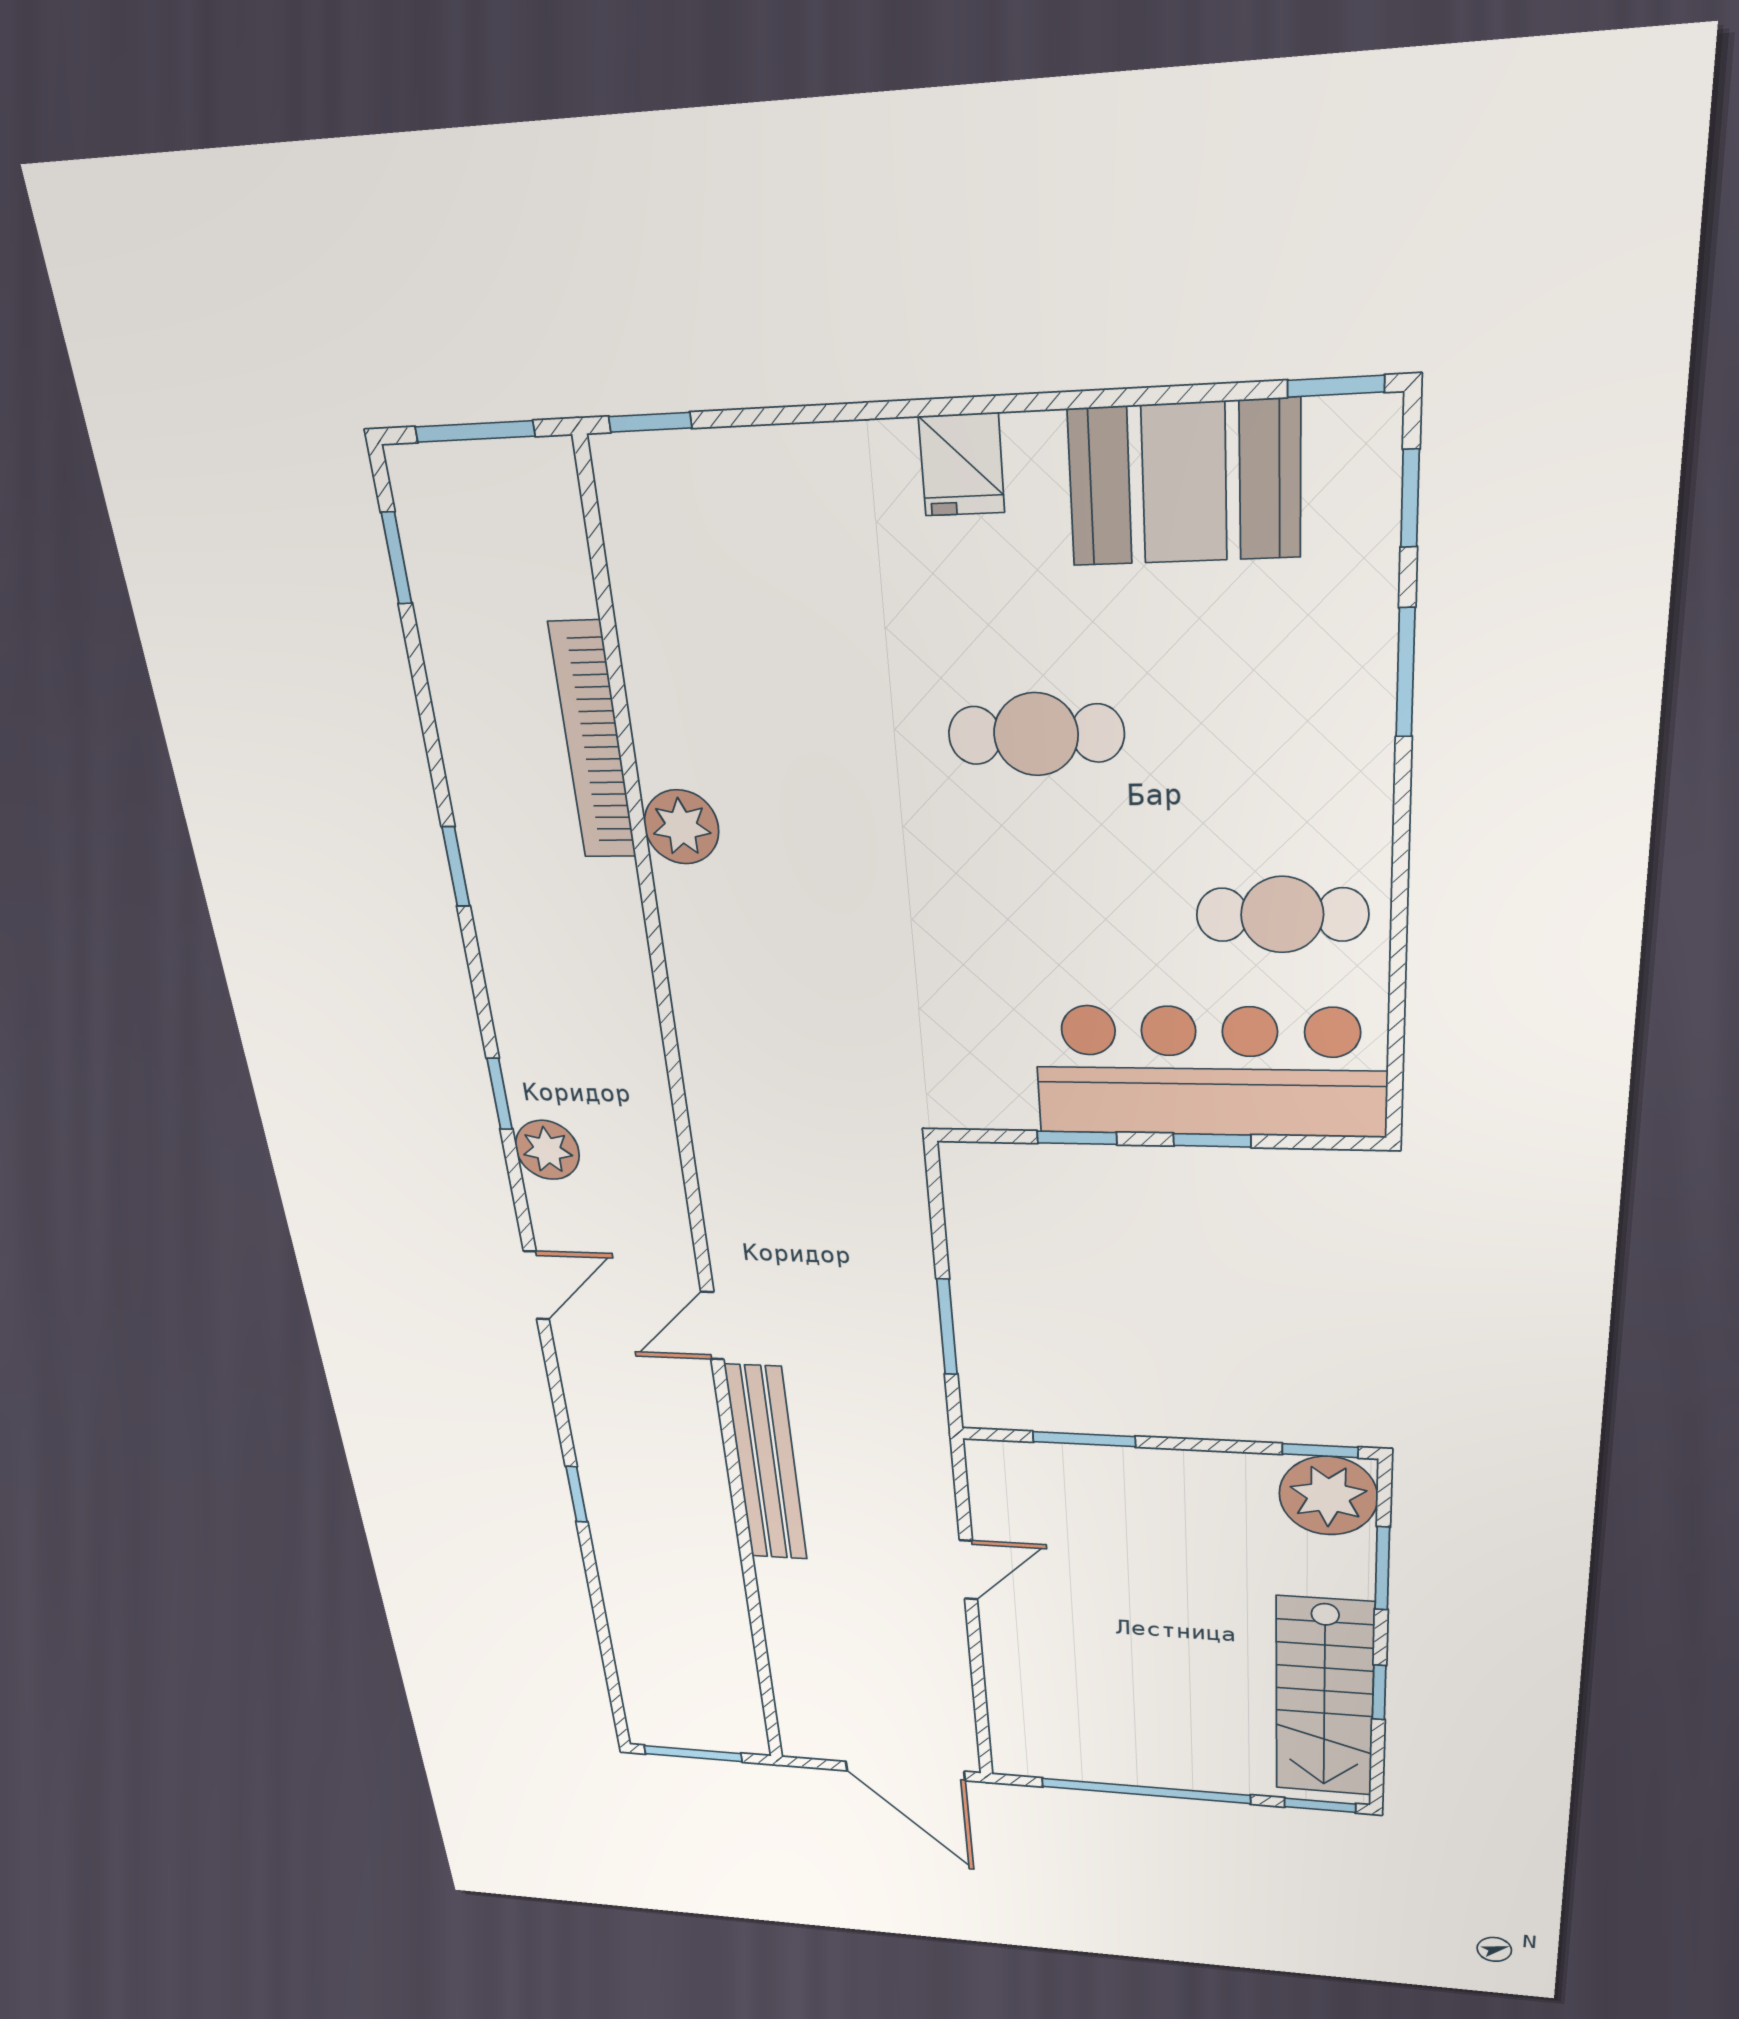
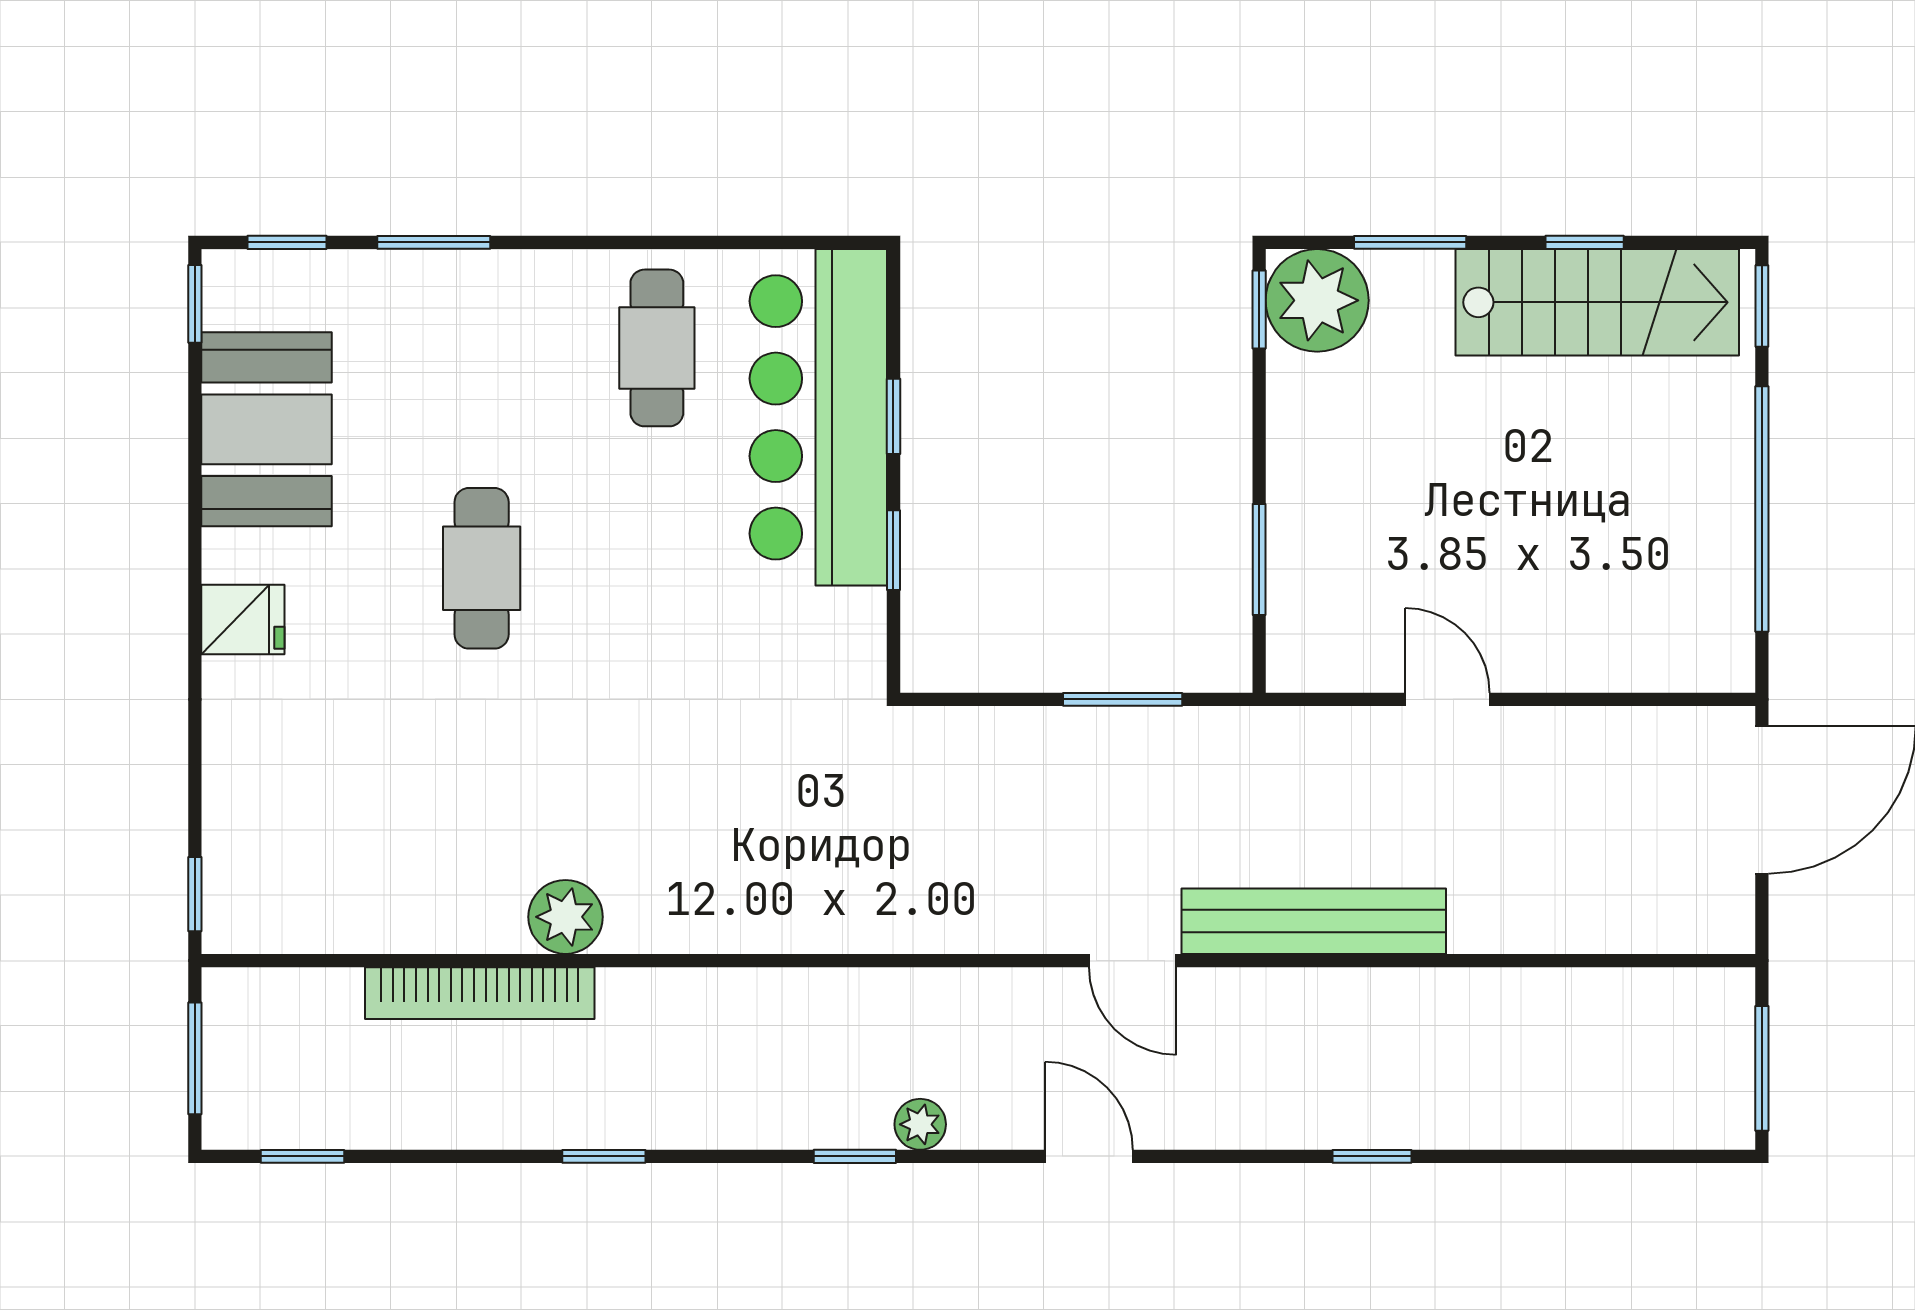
plant: (547, 1150) -> (920, 1124), width x0.73, depth x0.73

